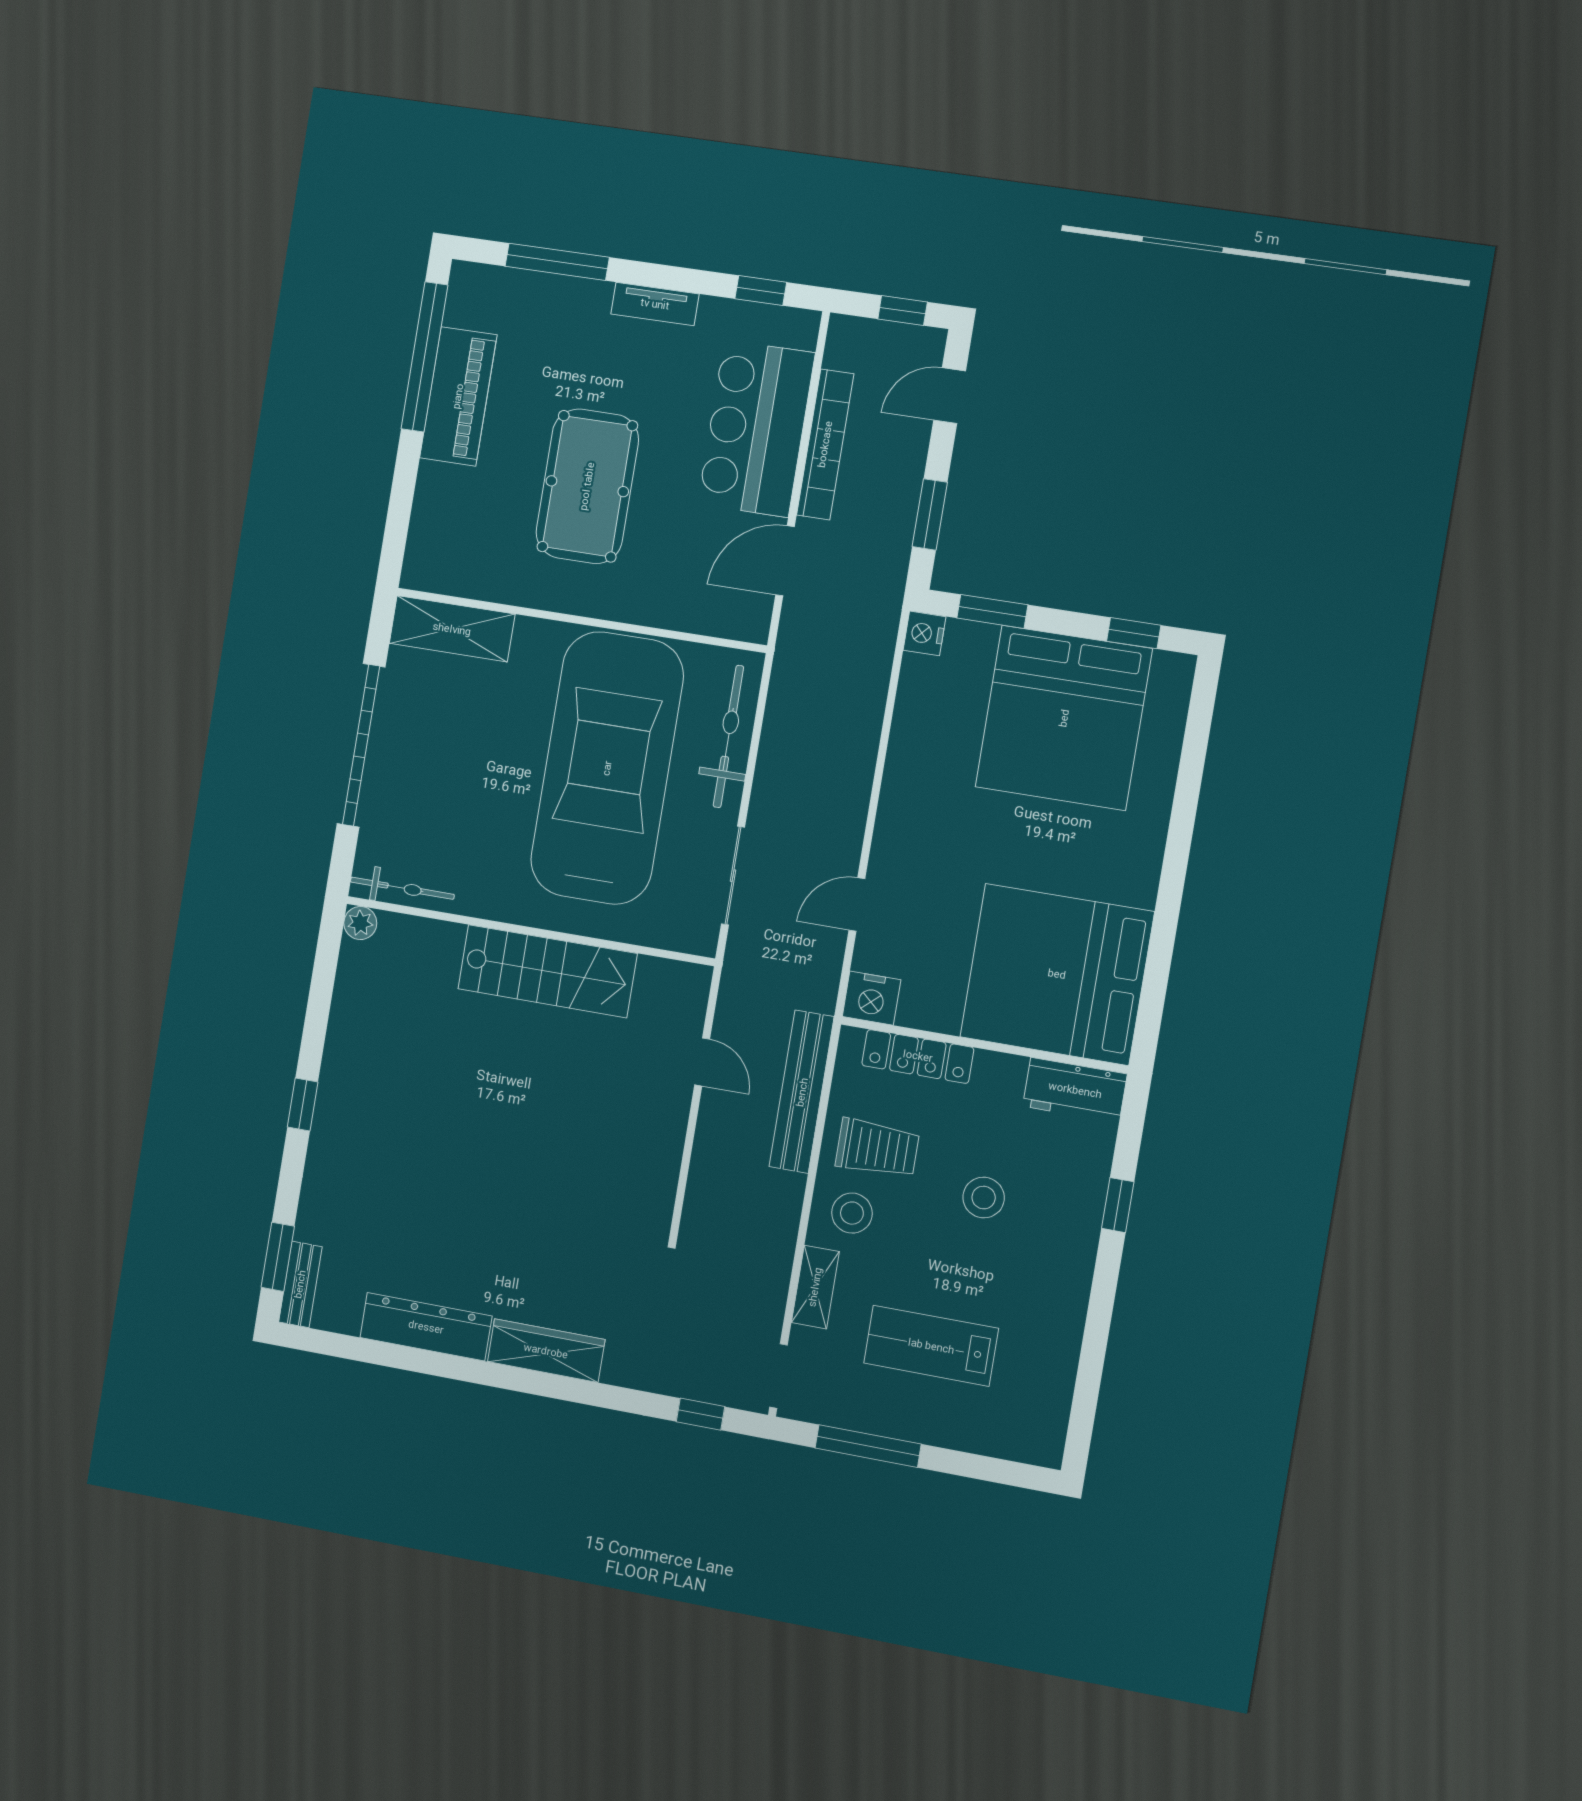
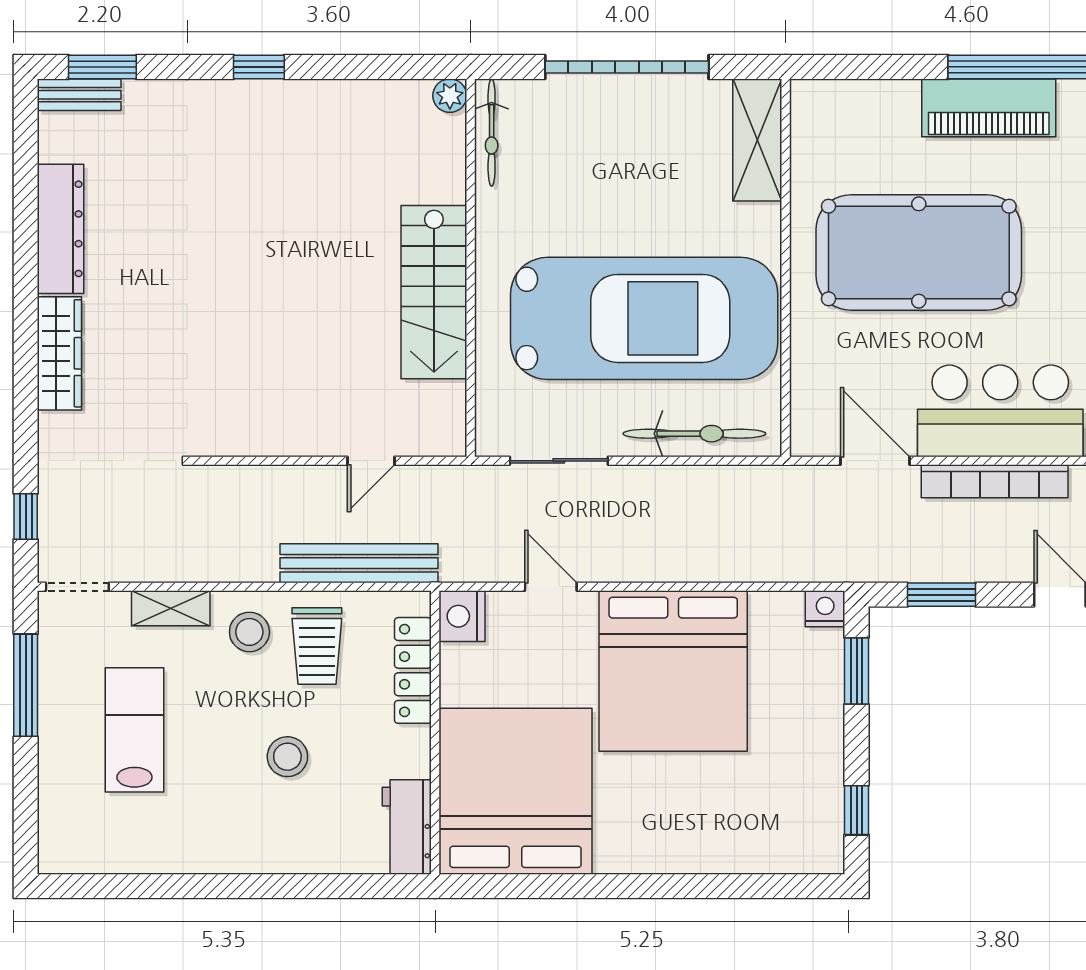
pool table: (587, 486) -> (919, 253), width x1.36, depth x1.32
bed: (1064, 718) -> (673, 671), moved, turned -90
window: (1118, 1205) -> (303, 886), removed

